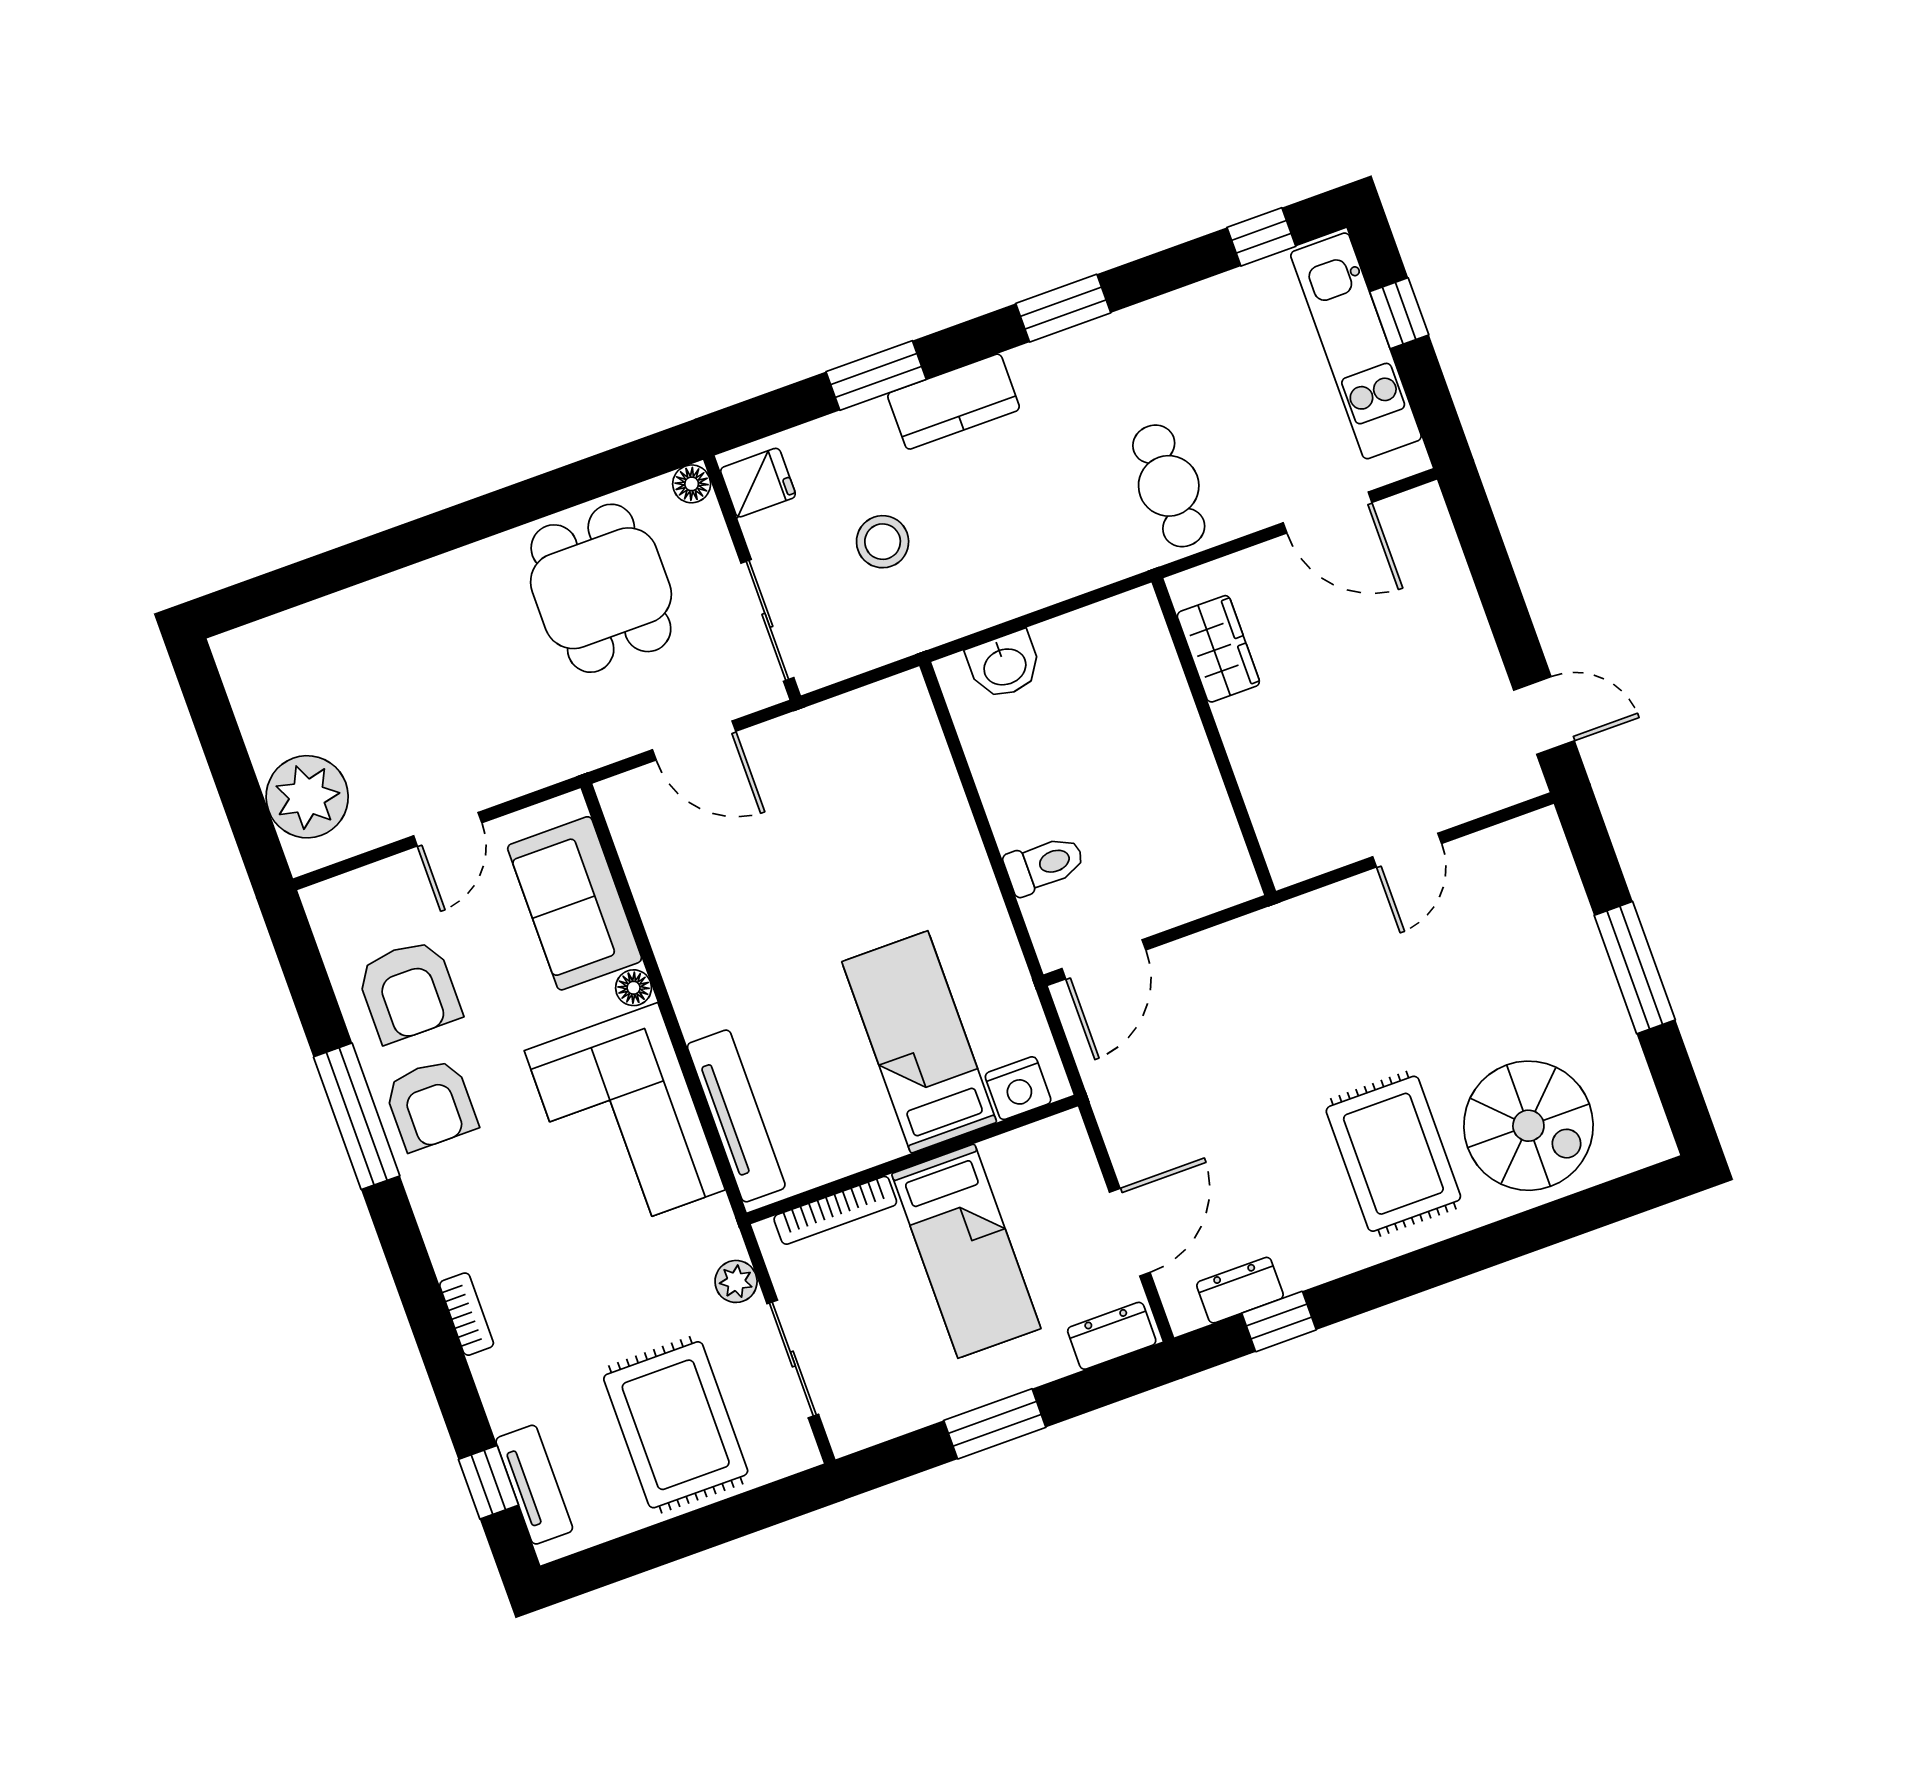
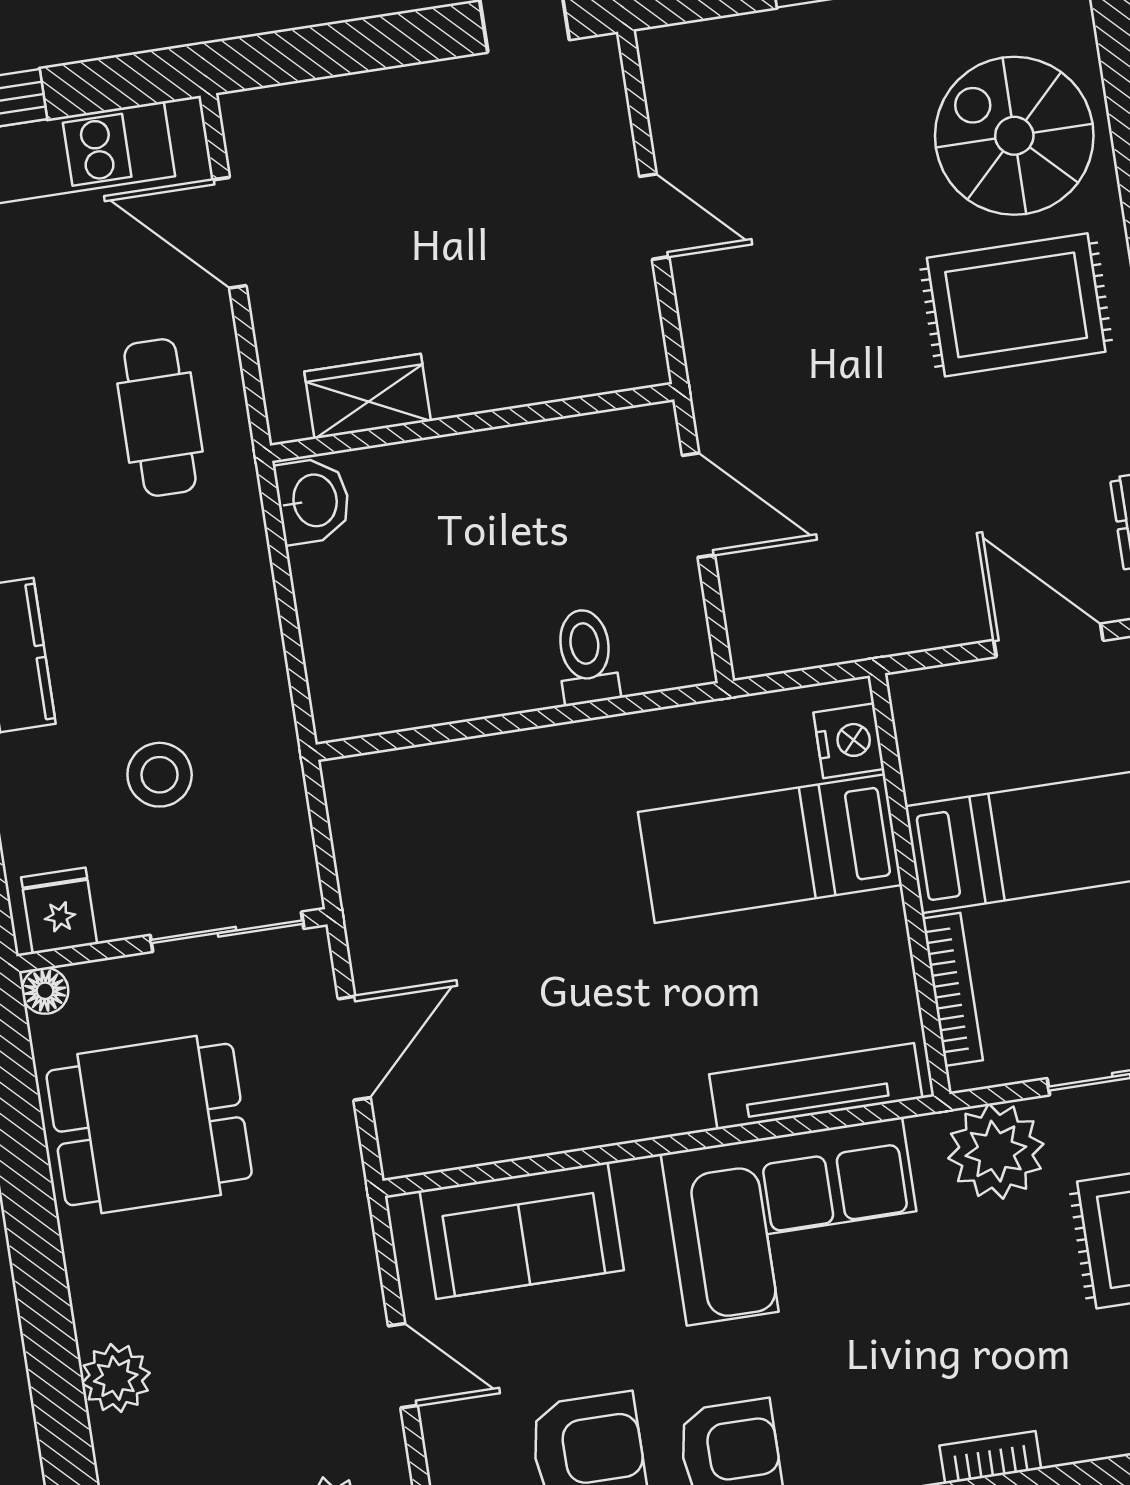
cafe table: (1169, 486) -> (160, 417), turned 90
door: (1328, 513) -> (229, 233), swing flipped
plant: (393, 601) -> (116, 1378), added
washbasin: (1004, 665) -> (313, 501), moved
door: (1104, 959) -> (698, 505), moved
floor lamp: (634, 988) -> (637, 1179), removed
spiral stairs: (1528, 1126) -> (1014, 136), turned -90
plant: (736, 1281) -> (996, 1151), width x1.88, depth x1.88

